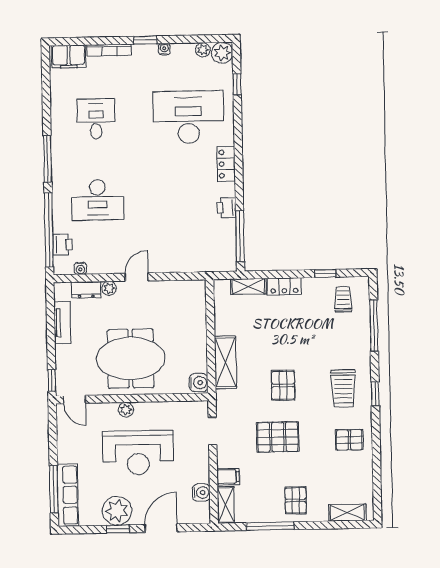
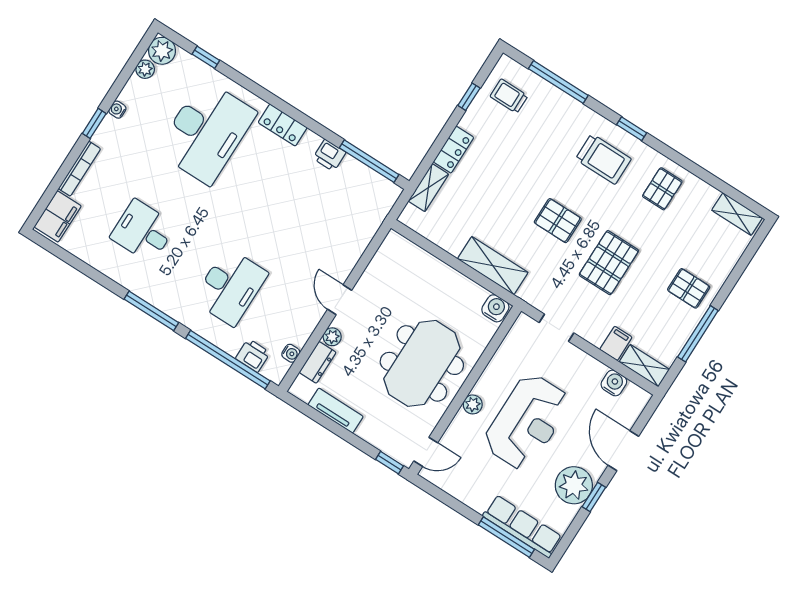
desk: (188, 117) -> (206, 132), turned 180
shelving: (347, 513) -> (737, 214), moved, turned 90

